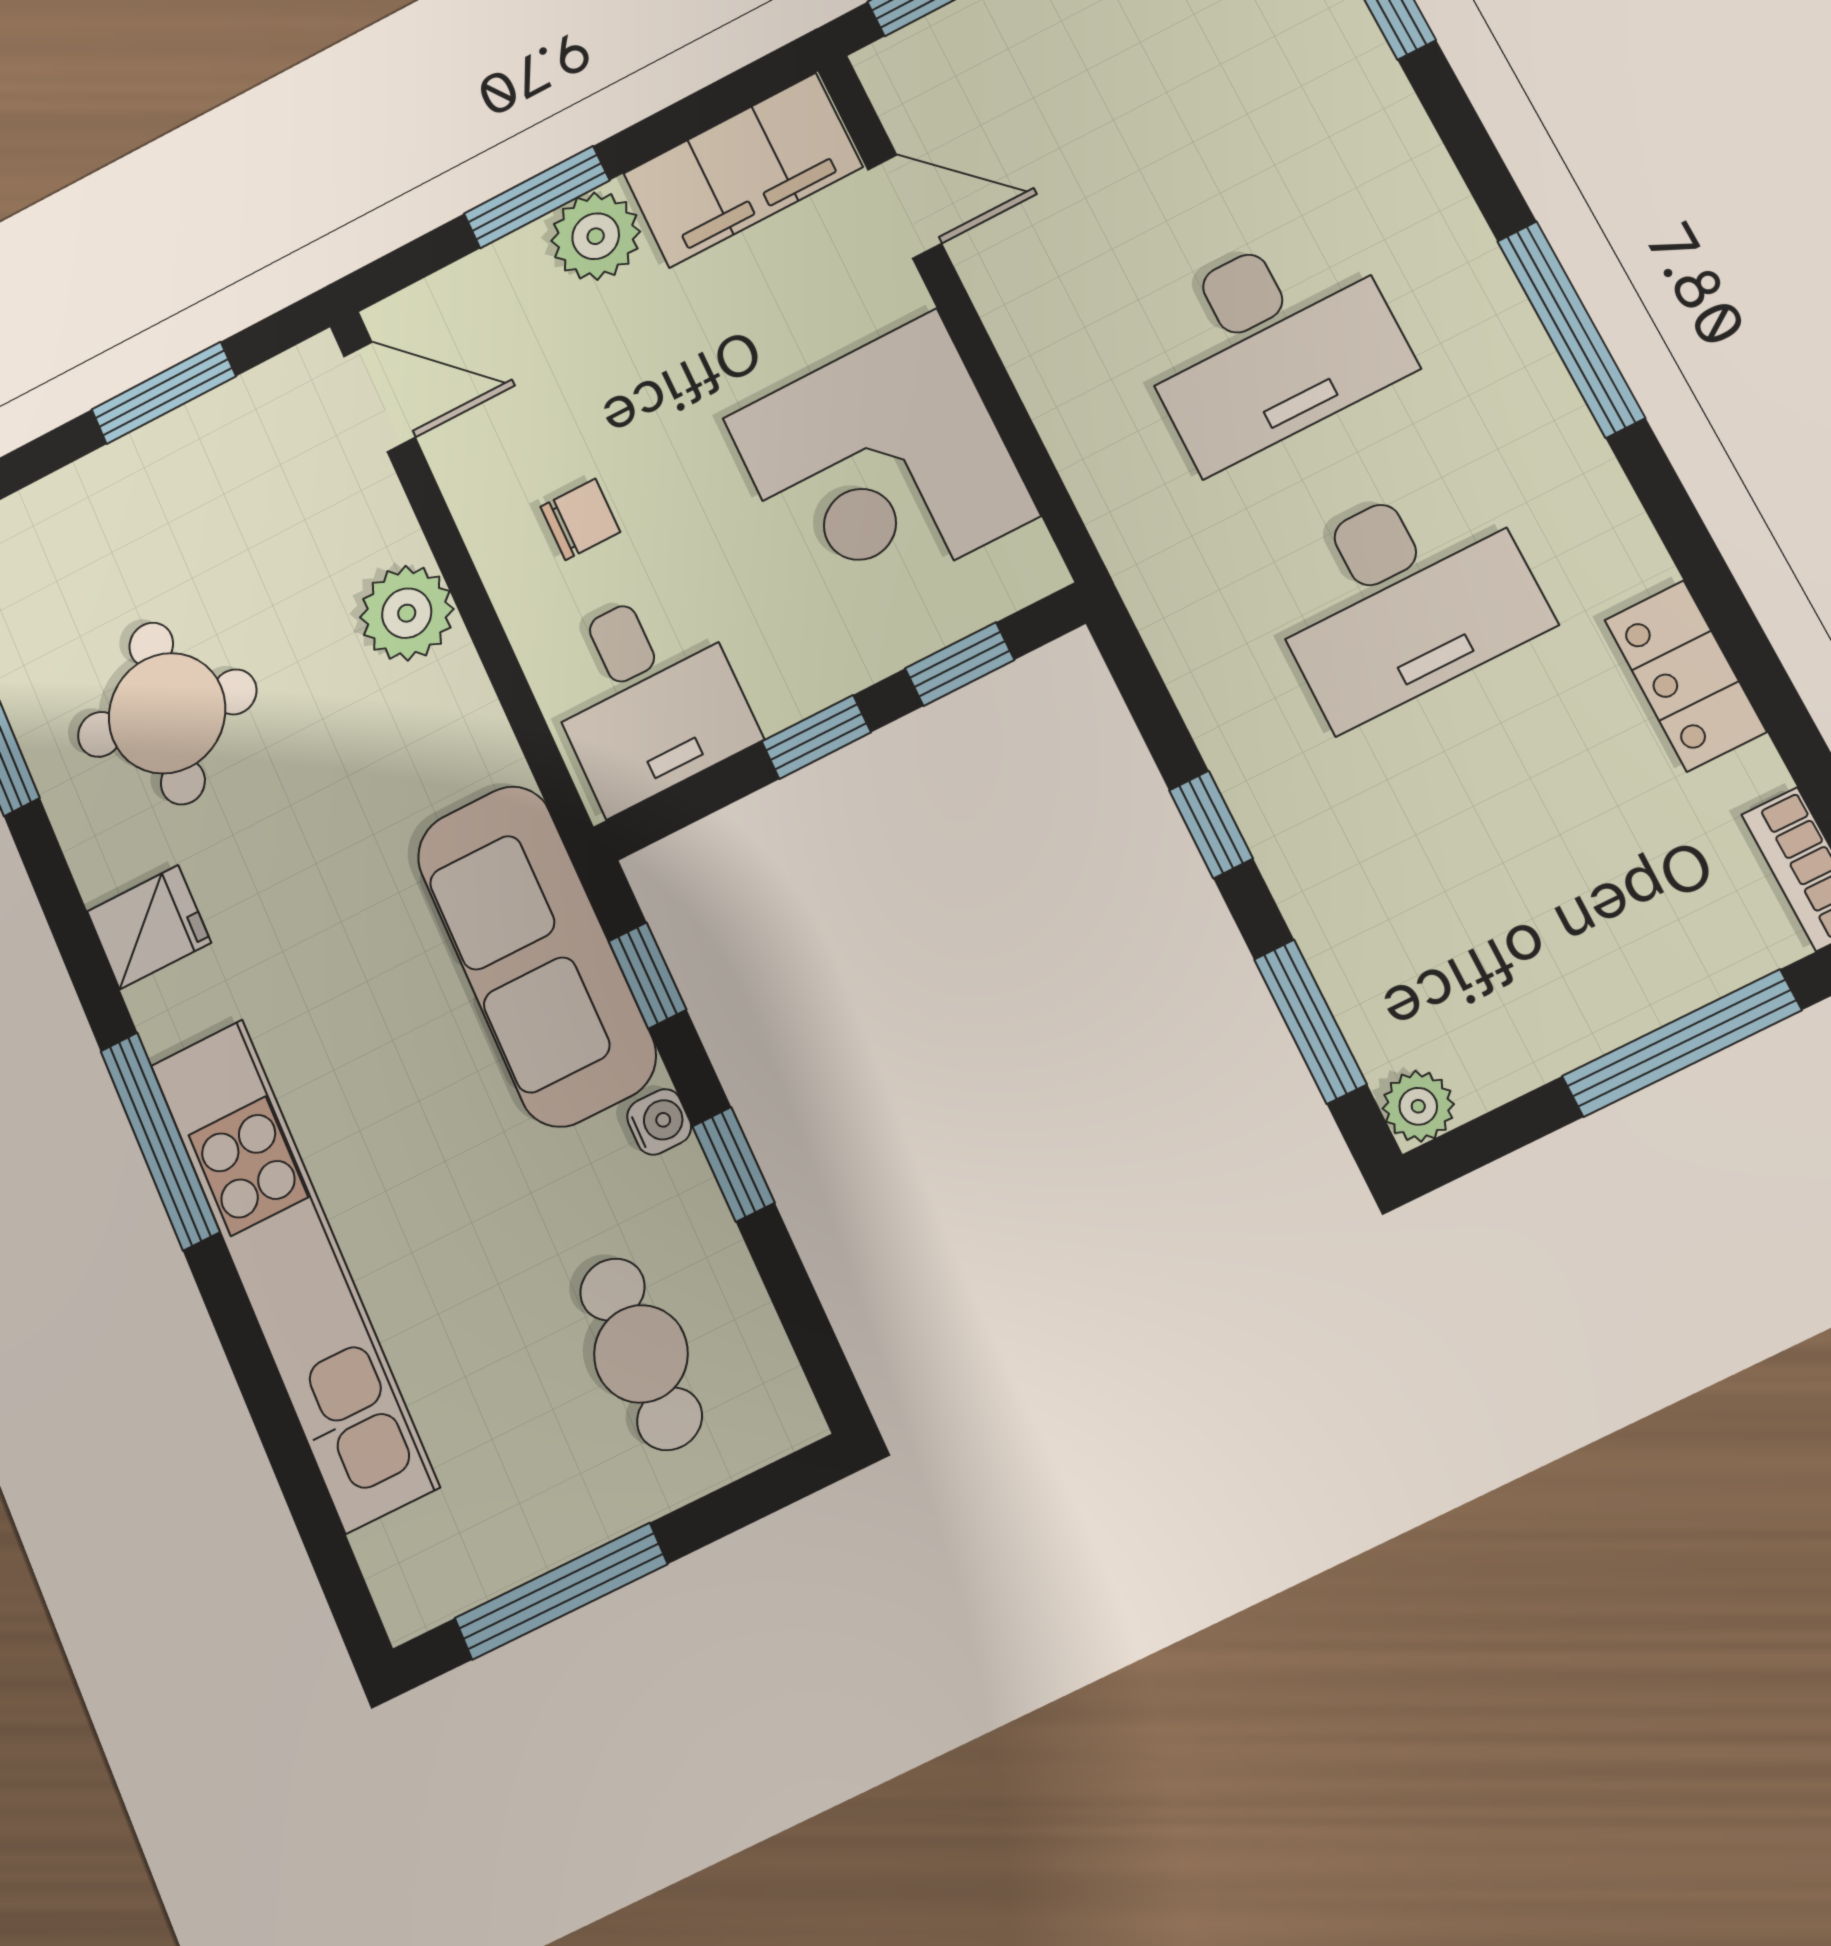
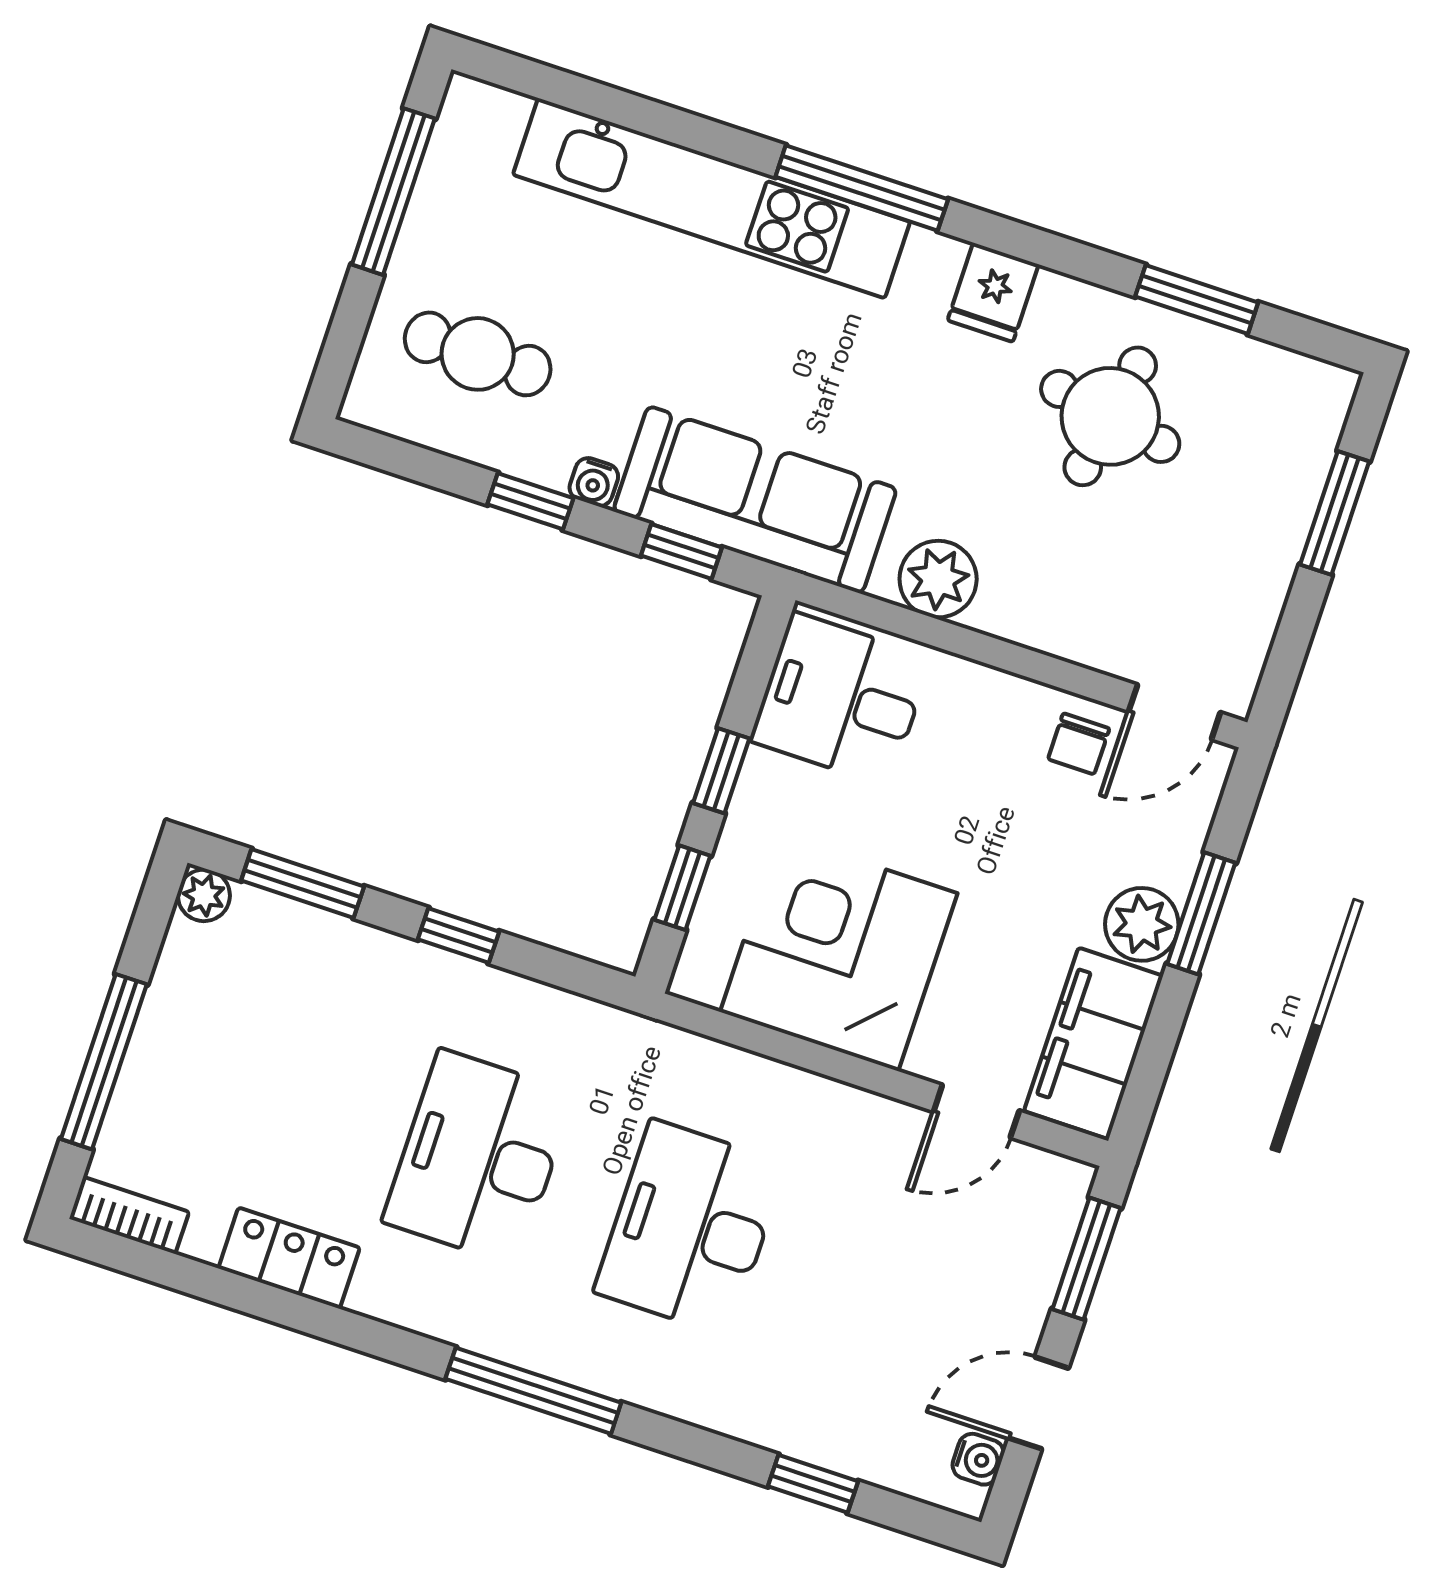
window: (164, 393) -> (1335, 513), moved
chair: (580, 519) -> (1079, 744), moved
plant: (407, 613) -> (938, 579), moved

